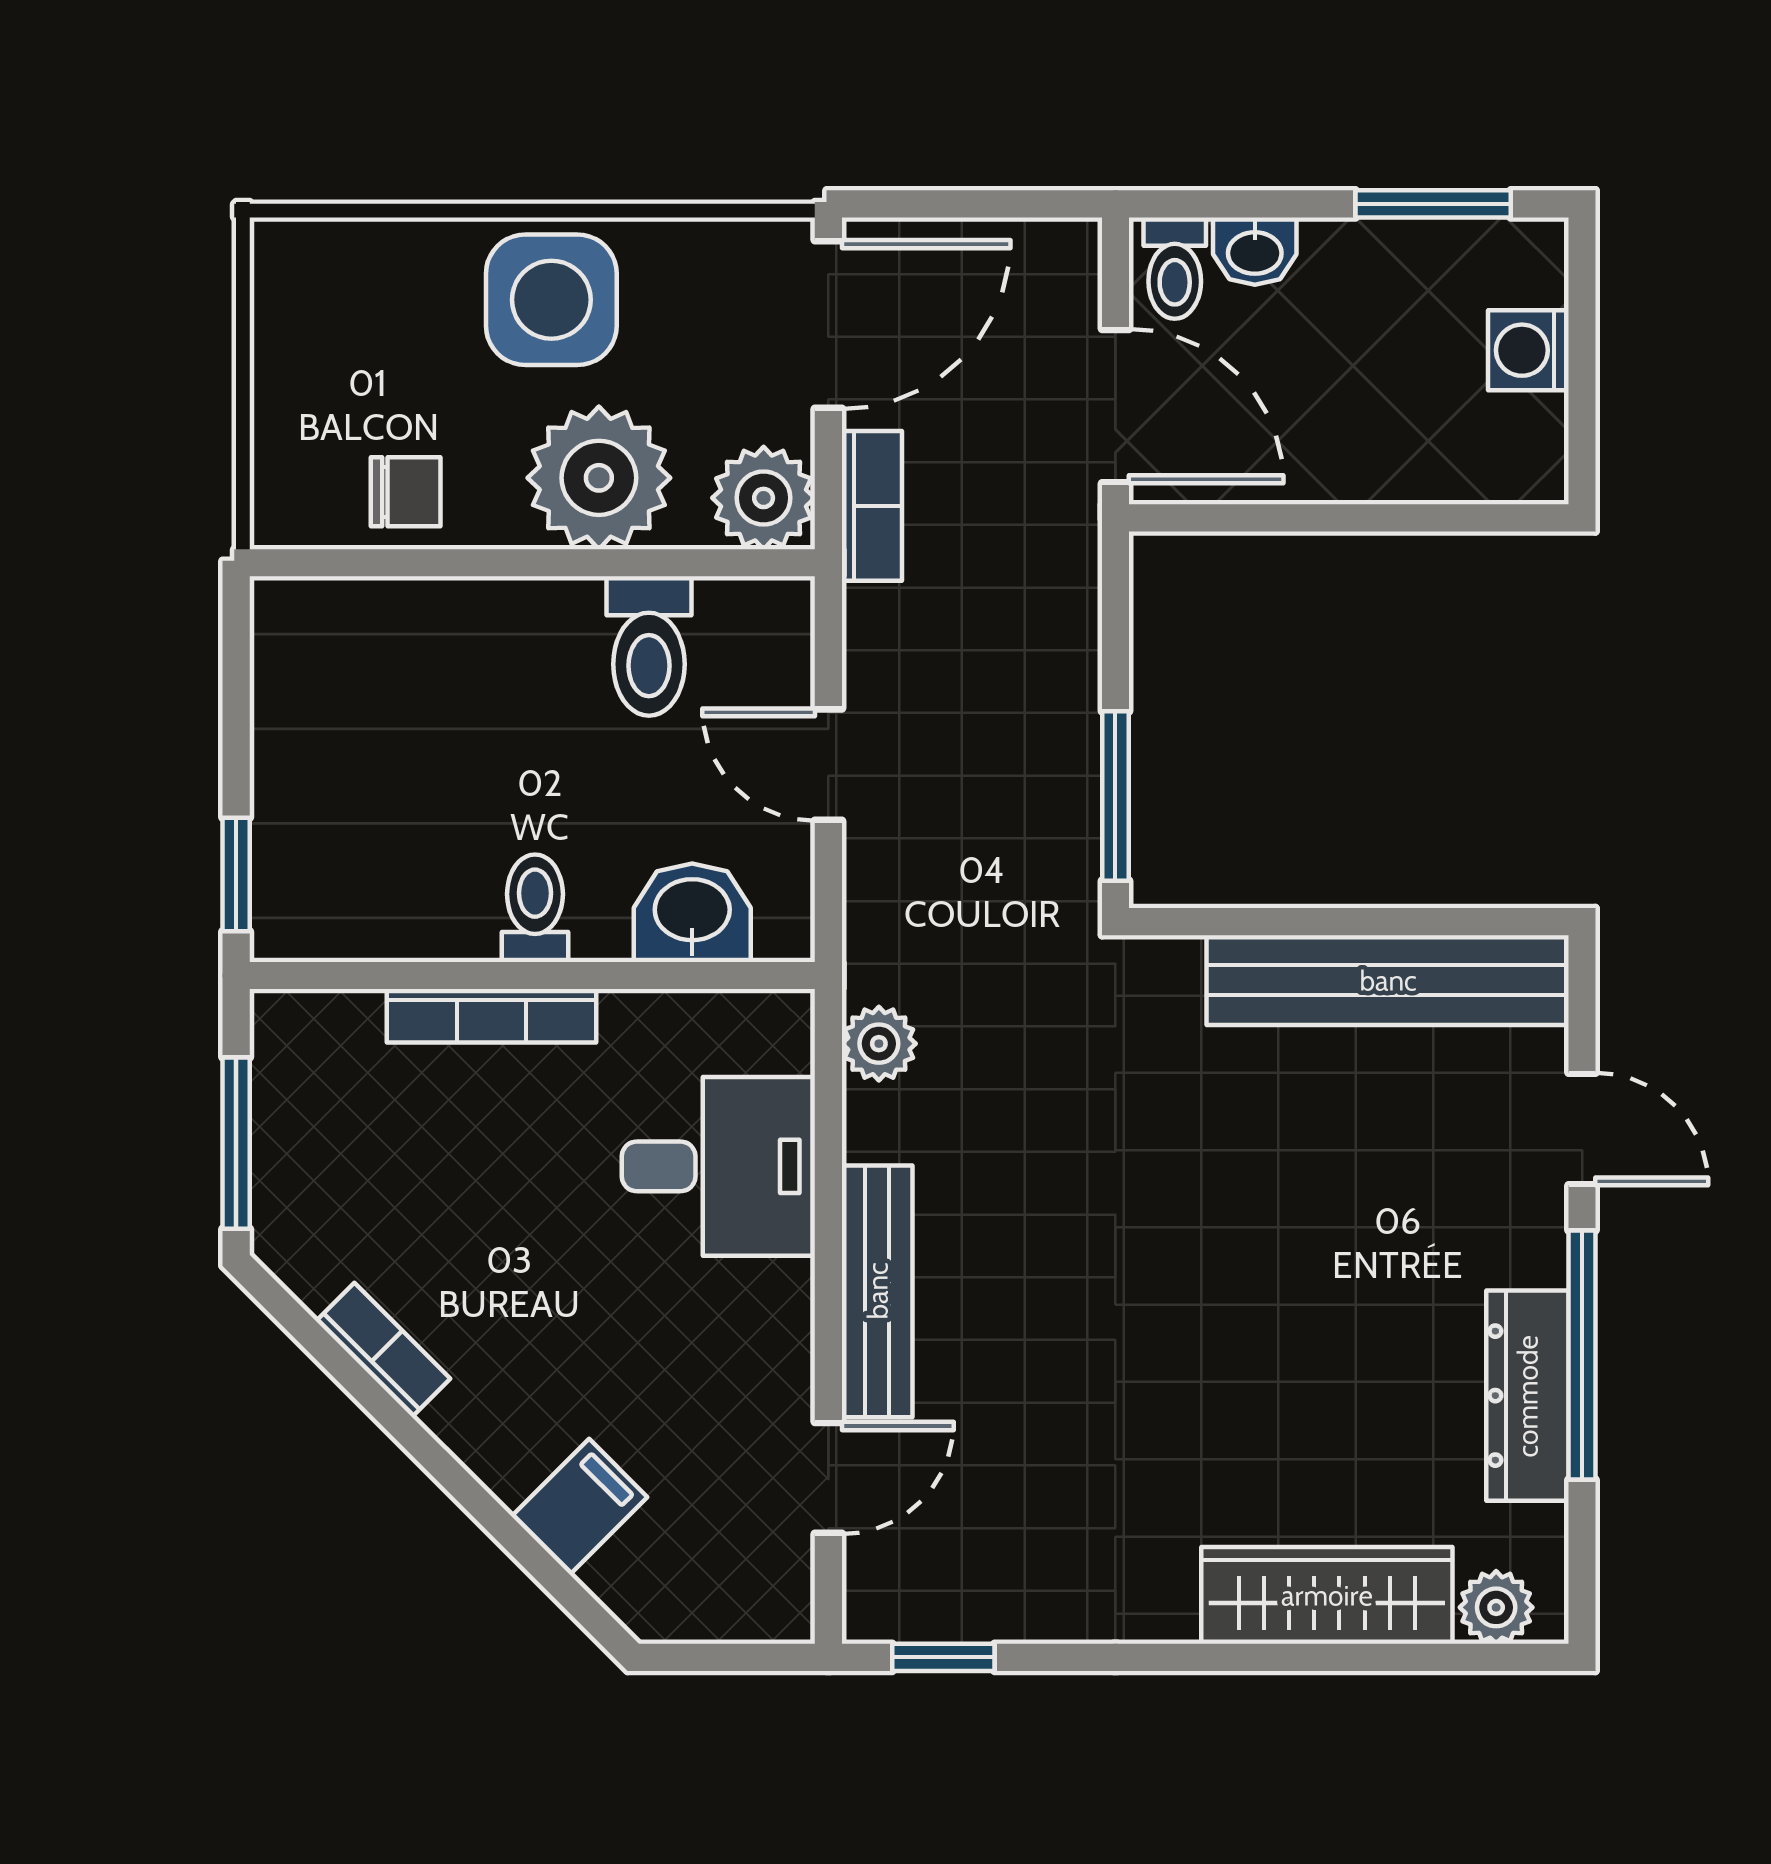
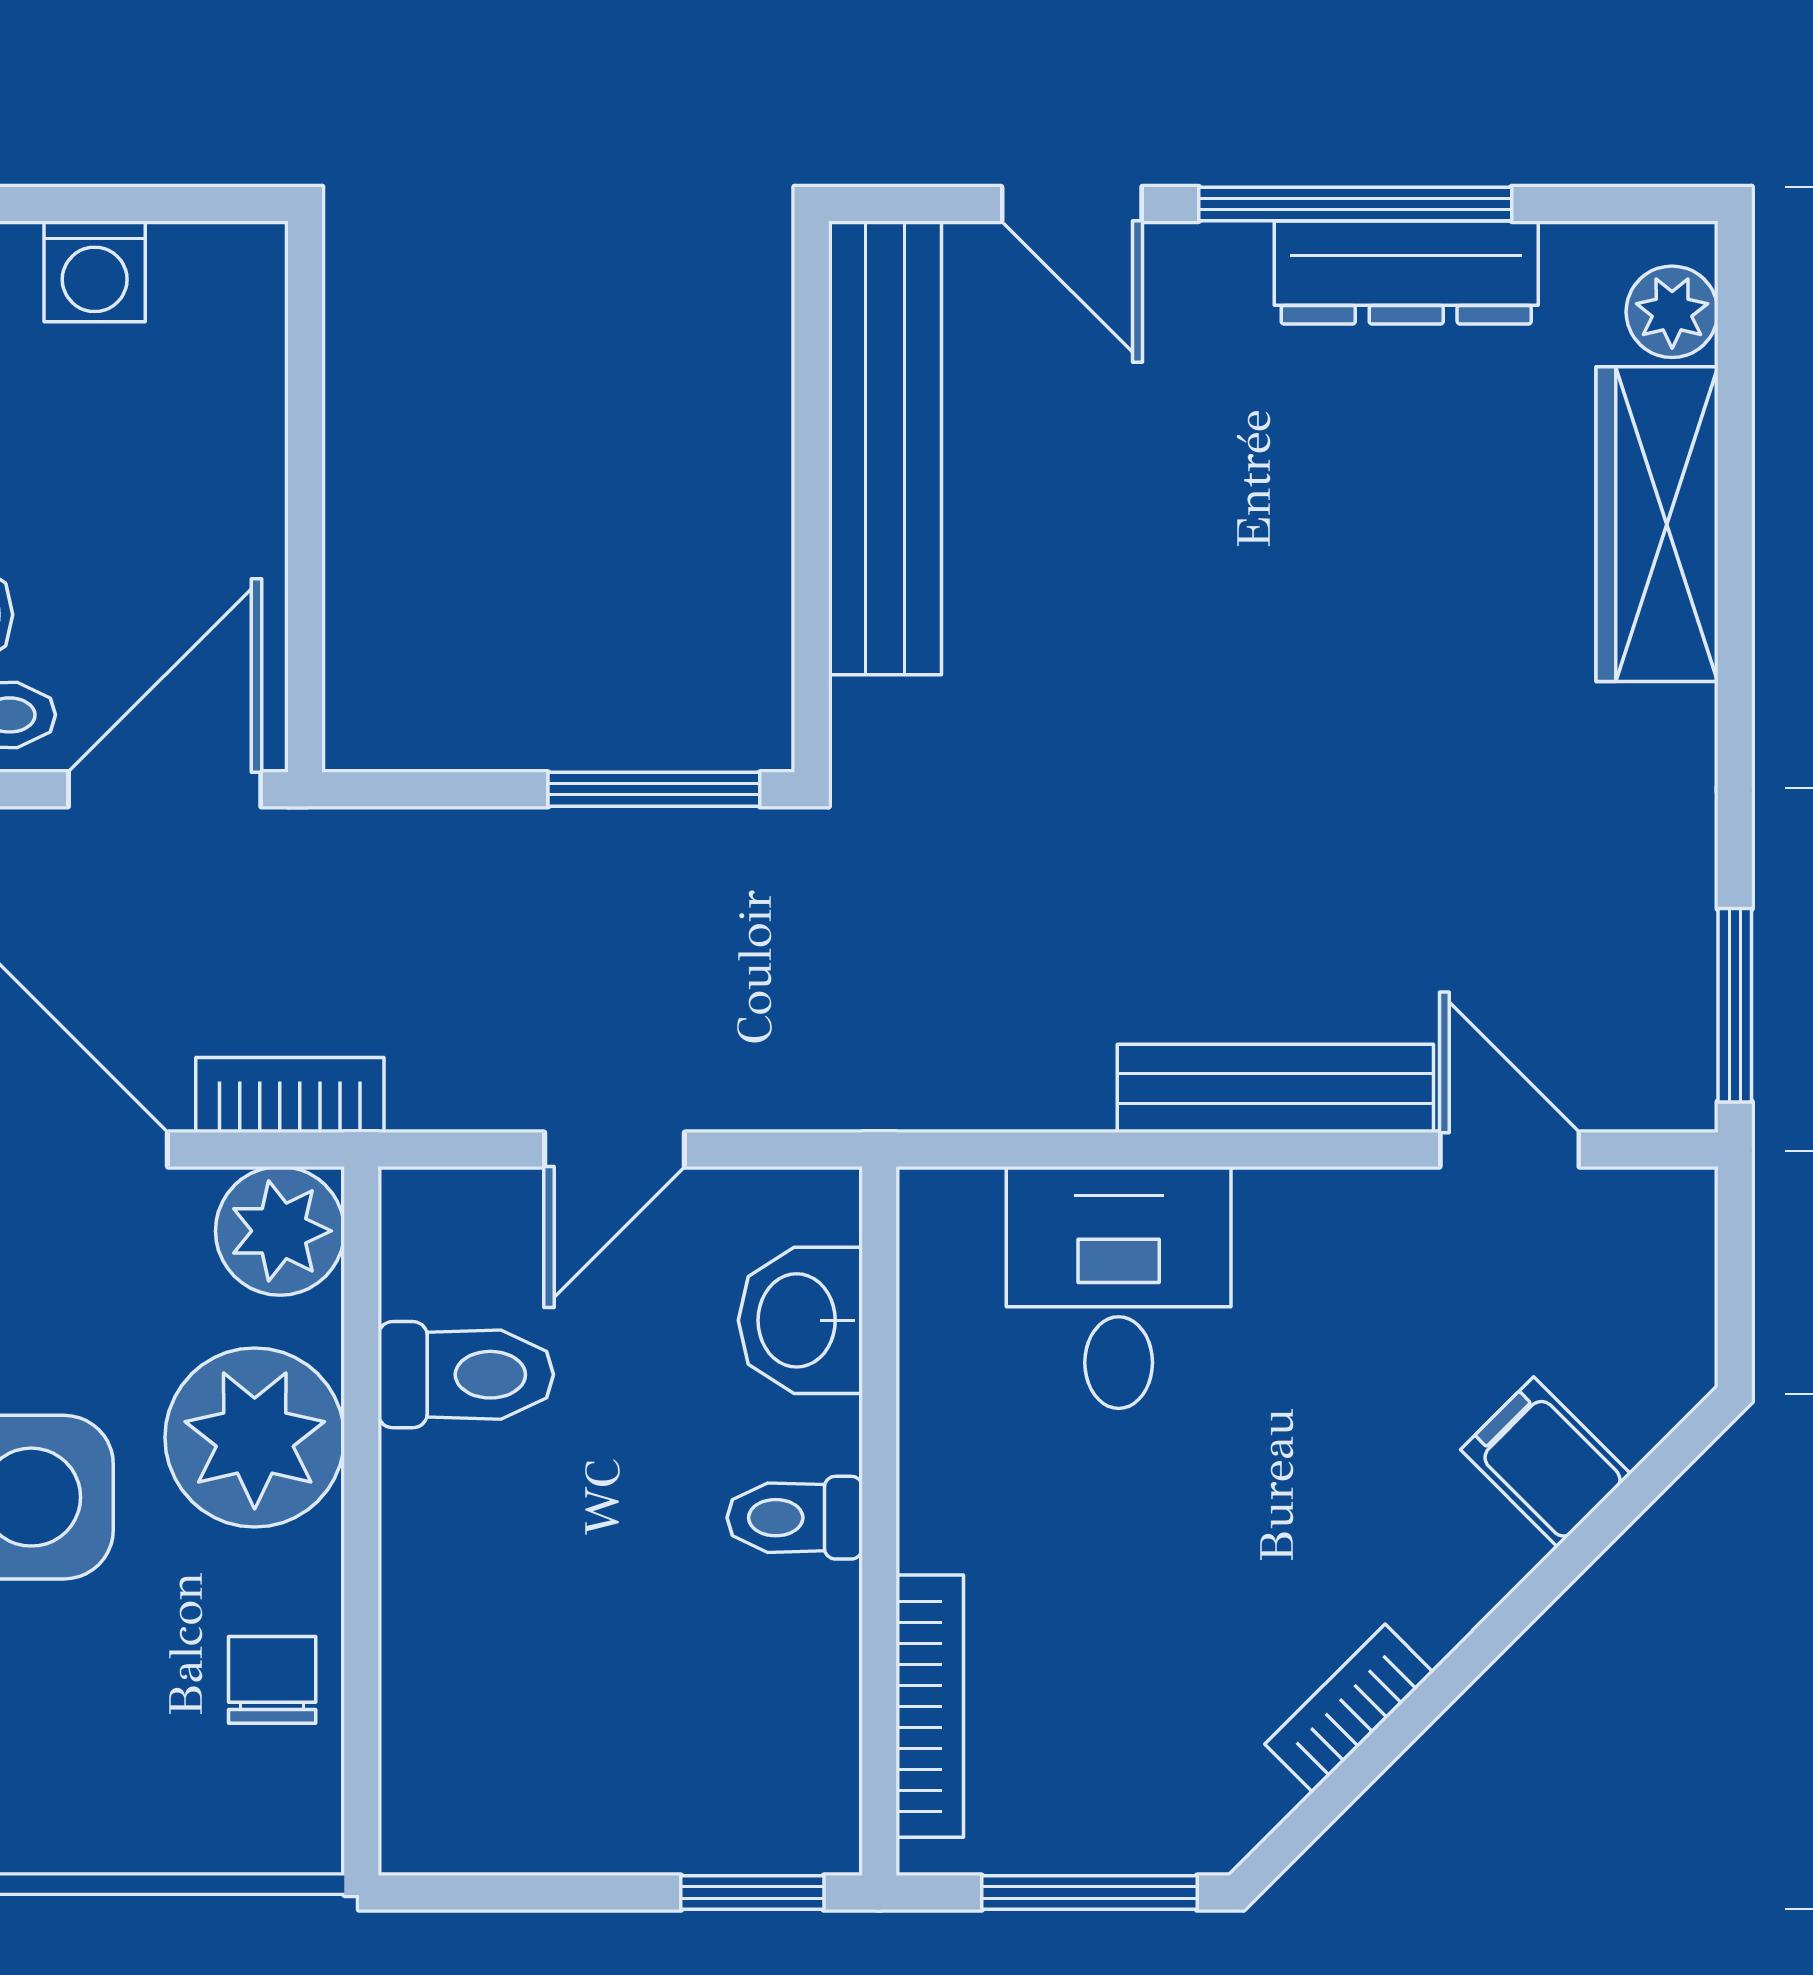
bookcase: (491, 1016) -> (930, 1706), moved
plant: (879, 1044) -> (965, 1086), removed
door: (1582, 1129) -> (1072, 204), swing flipped
window: (943, 1657) -> (1735, 1005), width x1.50

